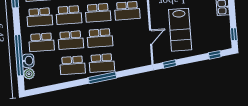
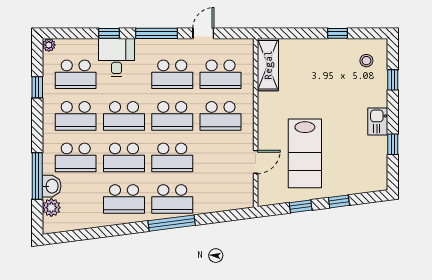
window: (234, 34) -> (393, 144), moved
window: (19, 55) -> (37, 176), width x0.68
window: (215, 55) -> (339, 201), moved
window: (170, 64) -> (301, 206), moved

